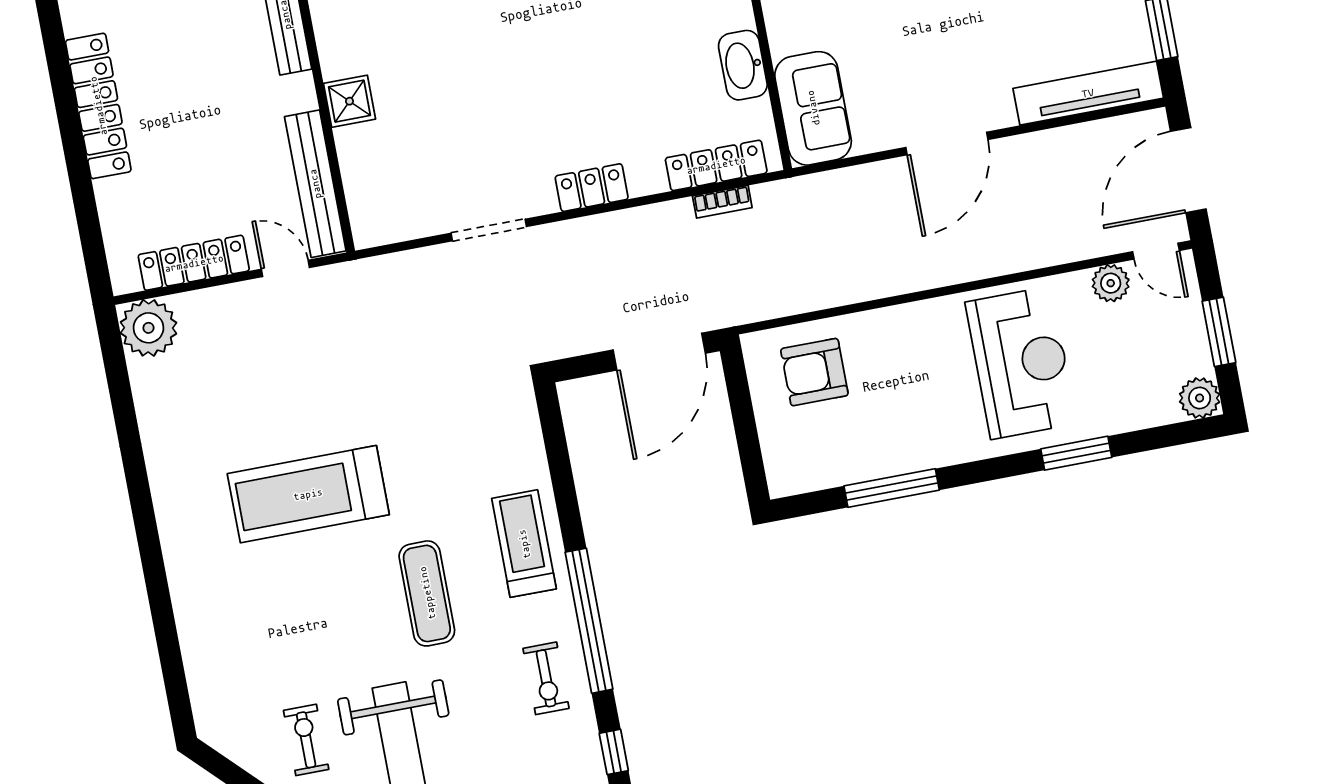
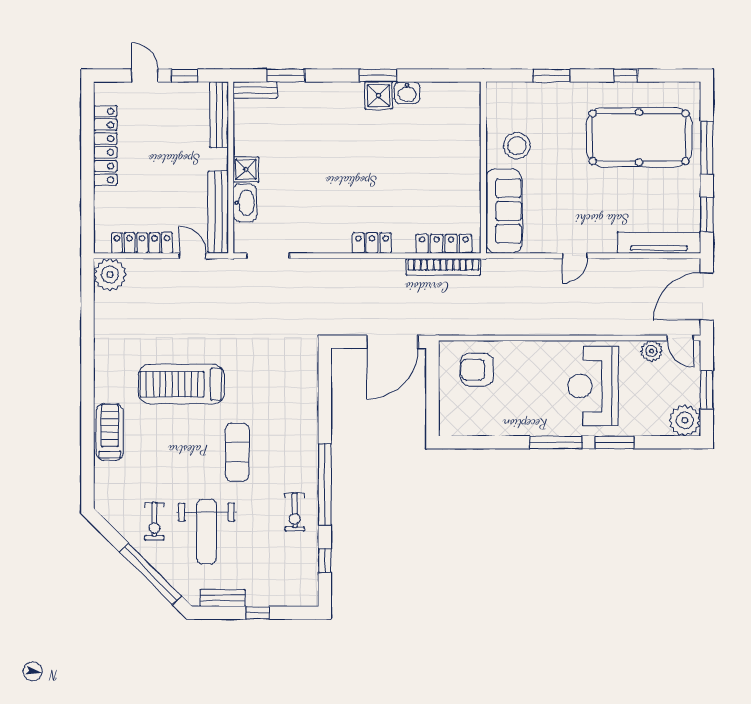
washbasin: (743, 65) -> (245, 203), moved, turned 180
sofa: (813, 108) -> (504, 211), width x1.36
door: (947, 143) -> (575, 256), width x0.53
bookcase: (722, 202) -> (443, 267), width x2.31, depth x1.31
doorway: (489, 230) -> (268, 256), moved
reception desk: (1021, 363) -> (593, 386), turned 180
plant: (1200, 398) -> (685, 420), width x1.36, depth x1.36
window: (892, 488) -> (556, 442), moved
treadmill: (524, 544) -> (110, 432), moved
exercise bike: (306, 740) -> (154, 521), turned 180

